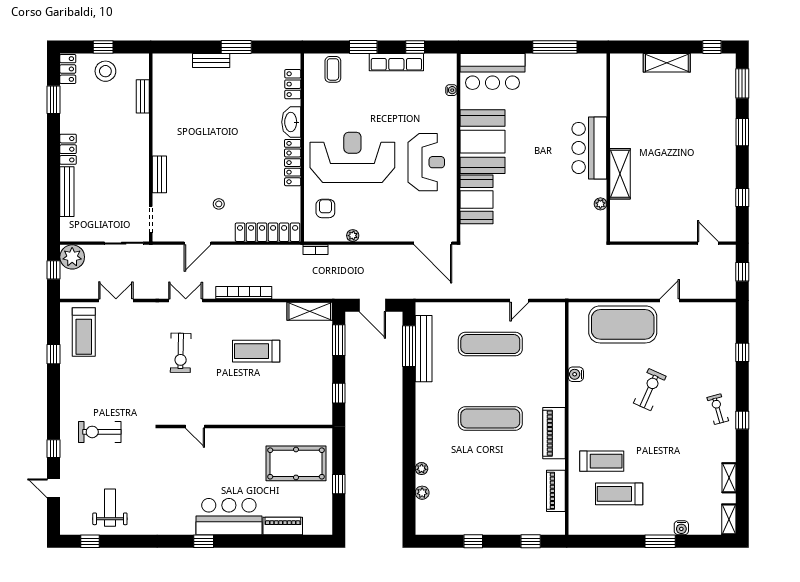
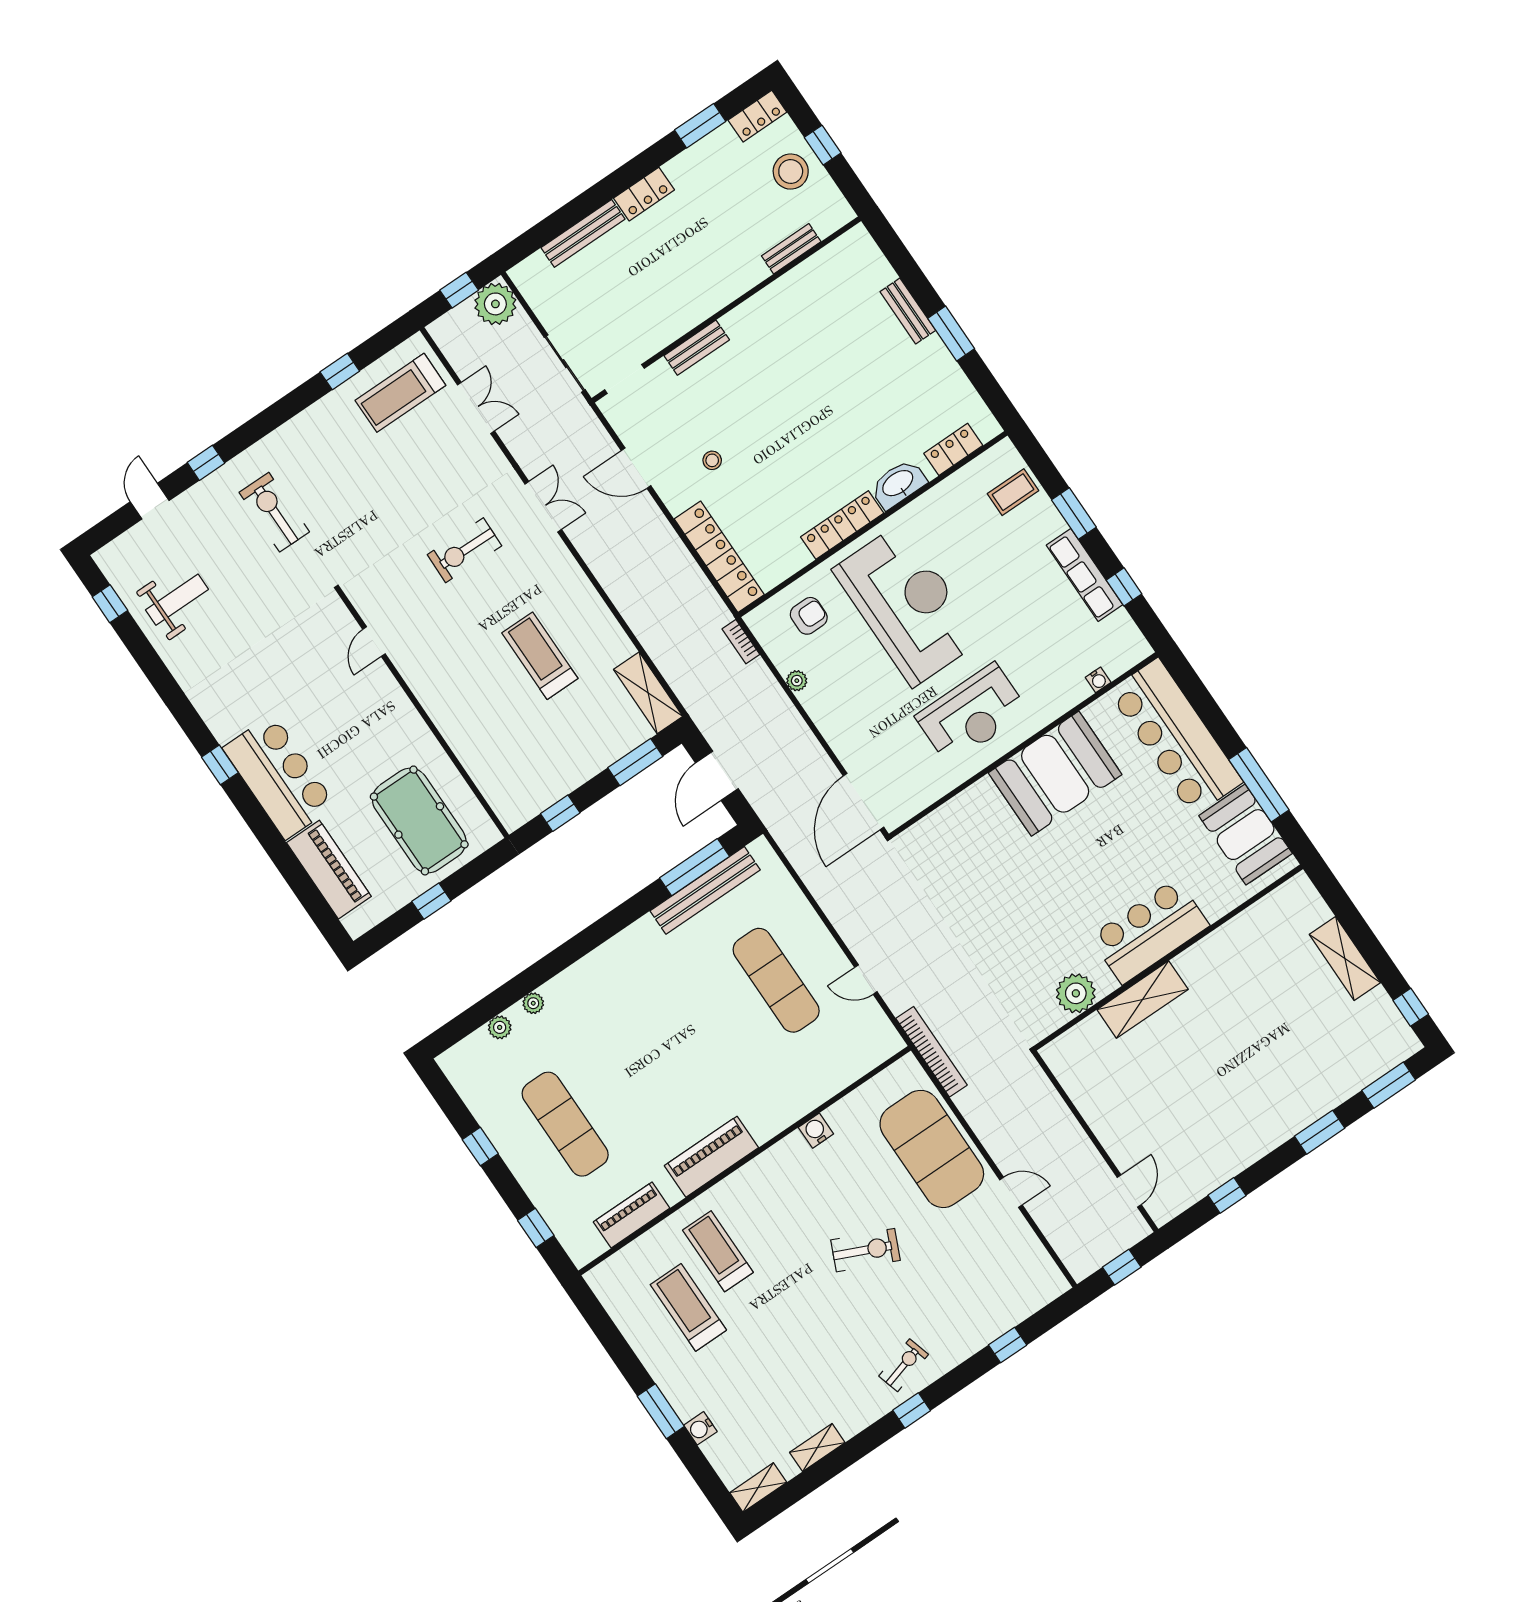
bar counter: (492, 72) -> (1176, 737), width x1.36
booth: (476, 199) -> (1246, 835), moved, turned 90
plant: (600, 204) -> (1076, 993), width x1.87, depth x1.87
bookcase: (244, 293) -> (932, 1052), moved
exercise mat: (490, 418) -> (565, 1124), moved
treadmill: (602, 461) -> (718, 1251), turned 180
piano: (283, 526) -> (329, 870), width x1.37, depth x1.33

